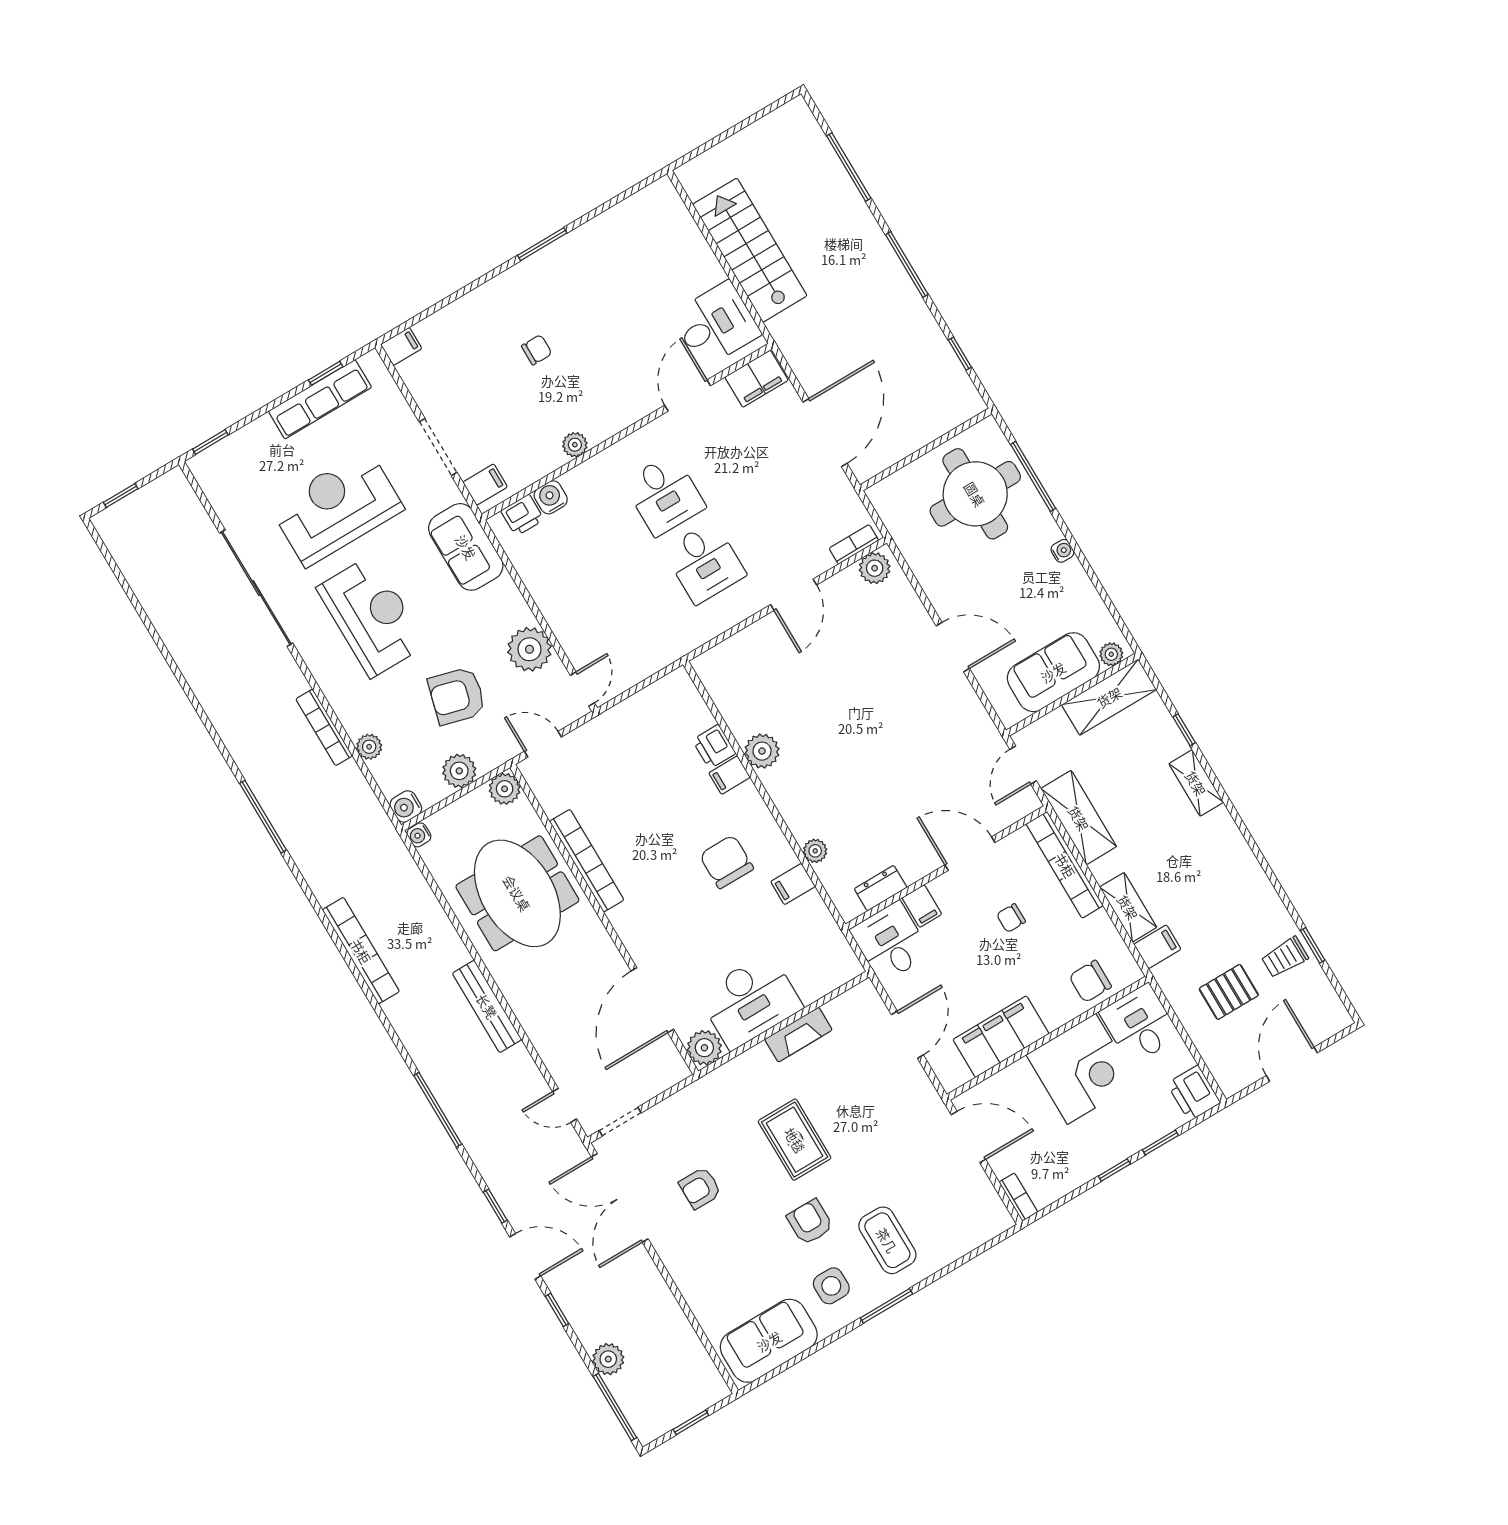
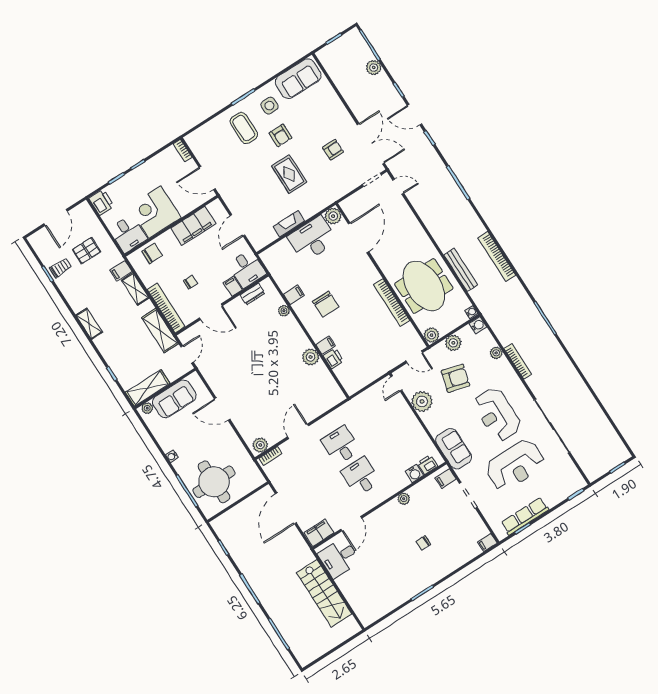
shelving: (1196, 783) -> (89, 324), moved
bench: (487, 1006) -> (461, 270), moved

